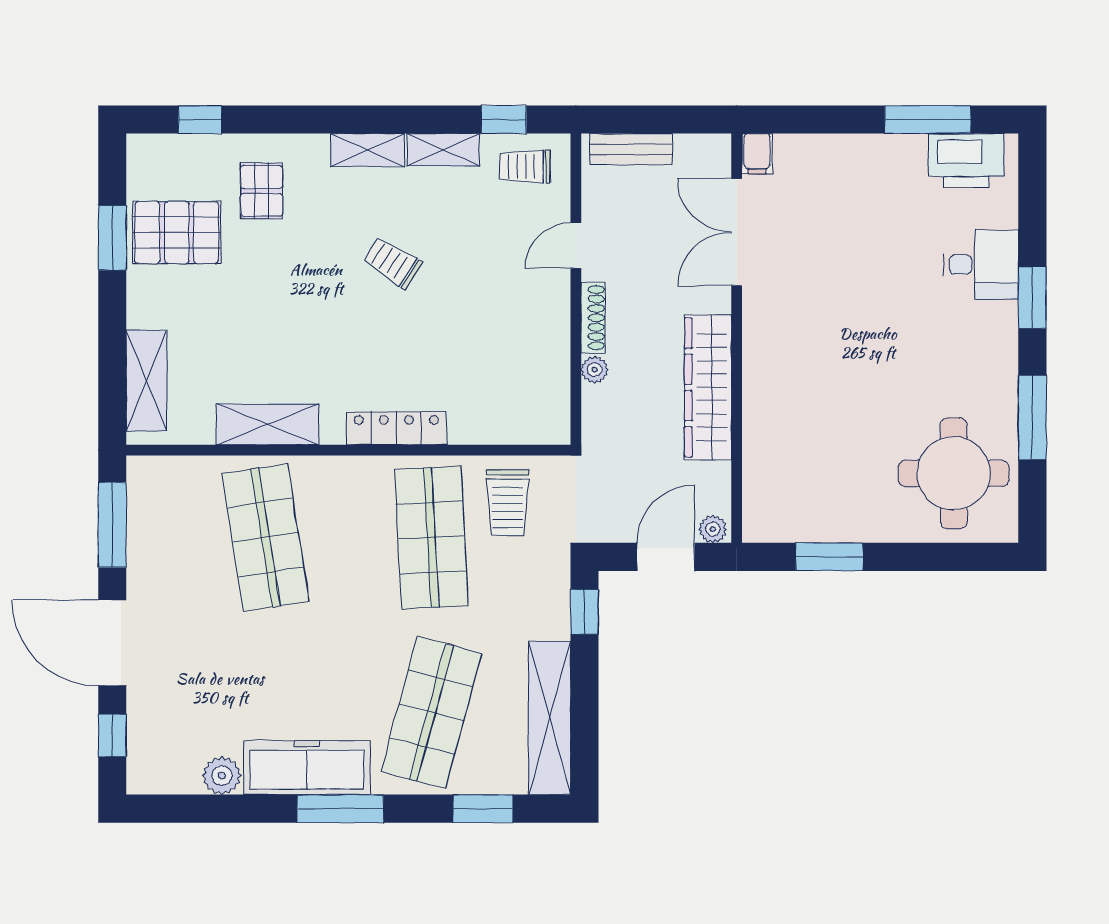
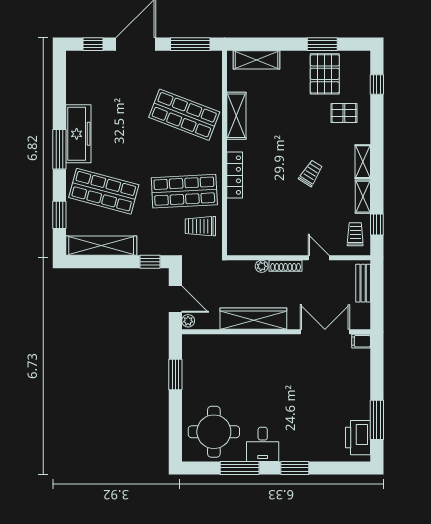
desk: (981, 264) -> (263, 444), moved
shop shelf: (265, 538) -> (184, 115), turned 30
plant: (222, 776) -> (75, 95), removed

